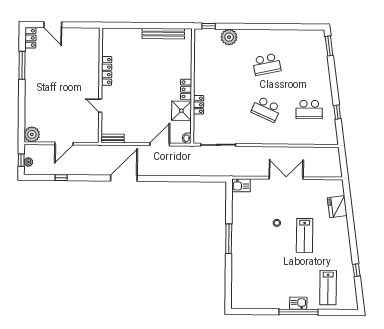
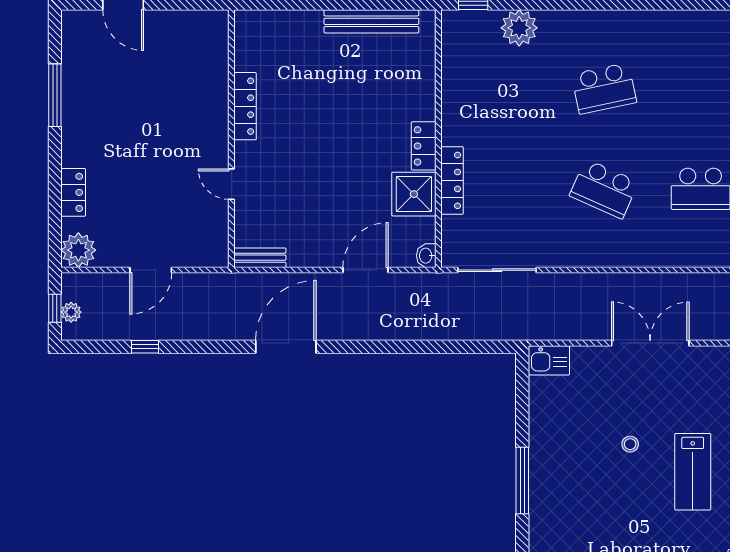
locker: (30, 38) -> (73, 192), moved
locker: (199, 105) -> (452, 180), width x1.53

